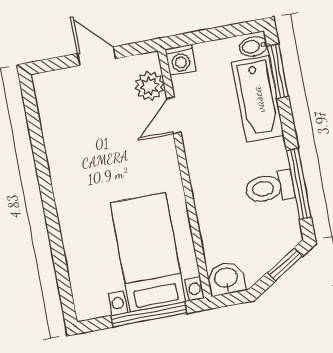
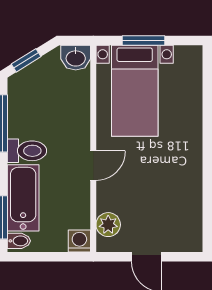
door: (174, 115) -> (93, 166), moved
toilet: (270, 188) -> (27, 151), moved
window: (149, 314) -> (143, 40), width x0.69

